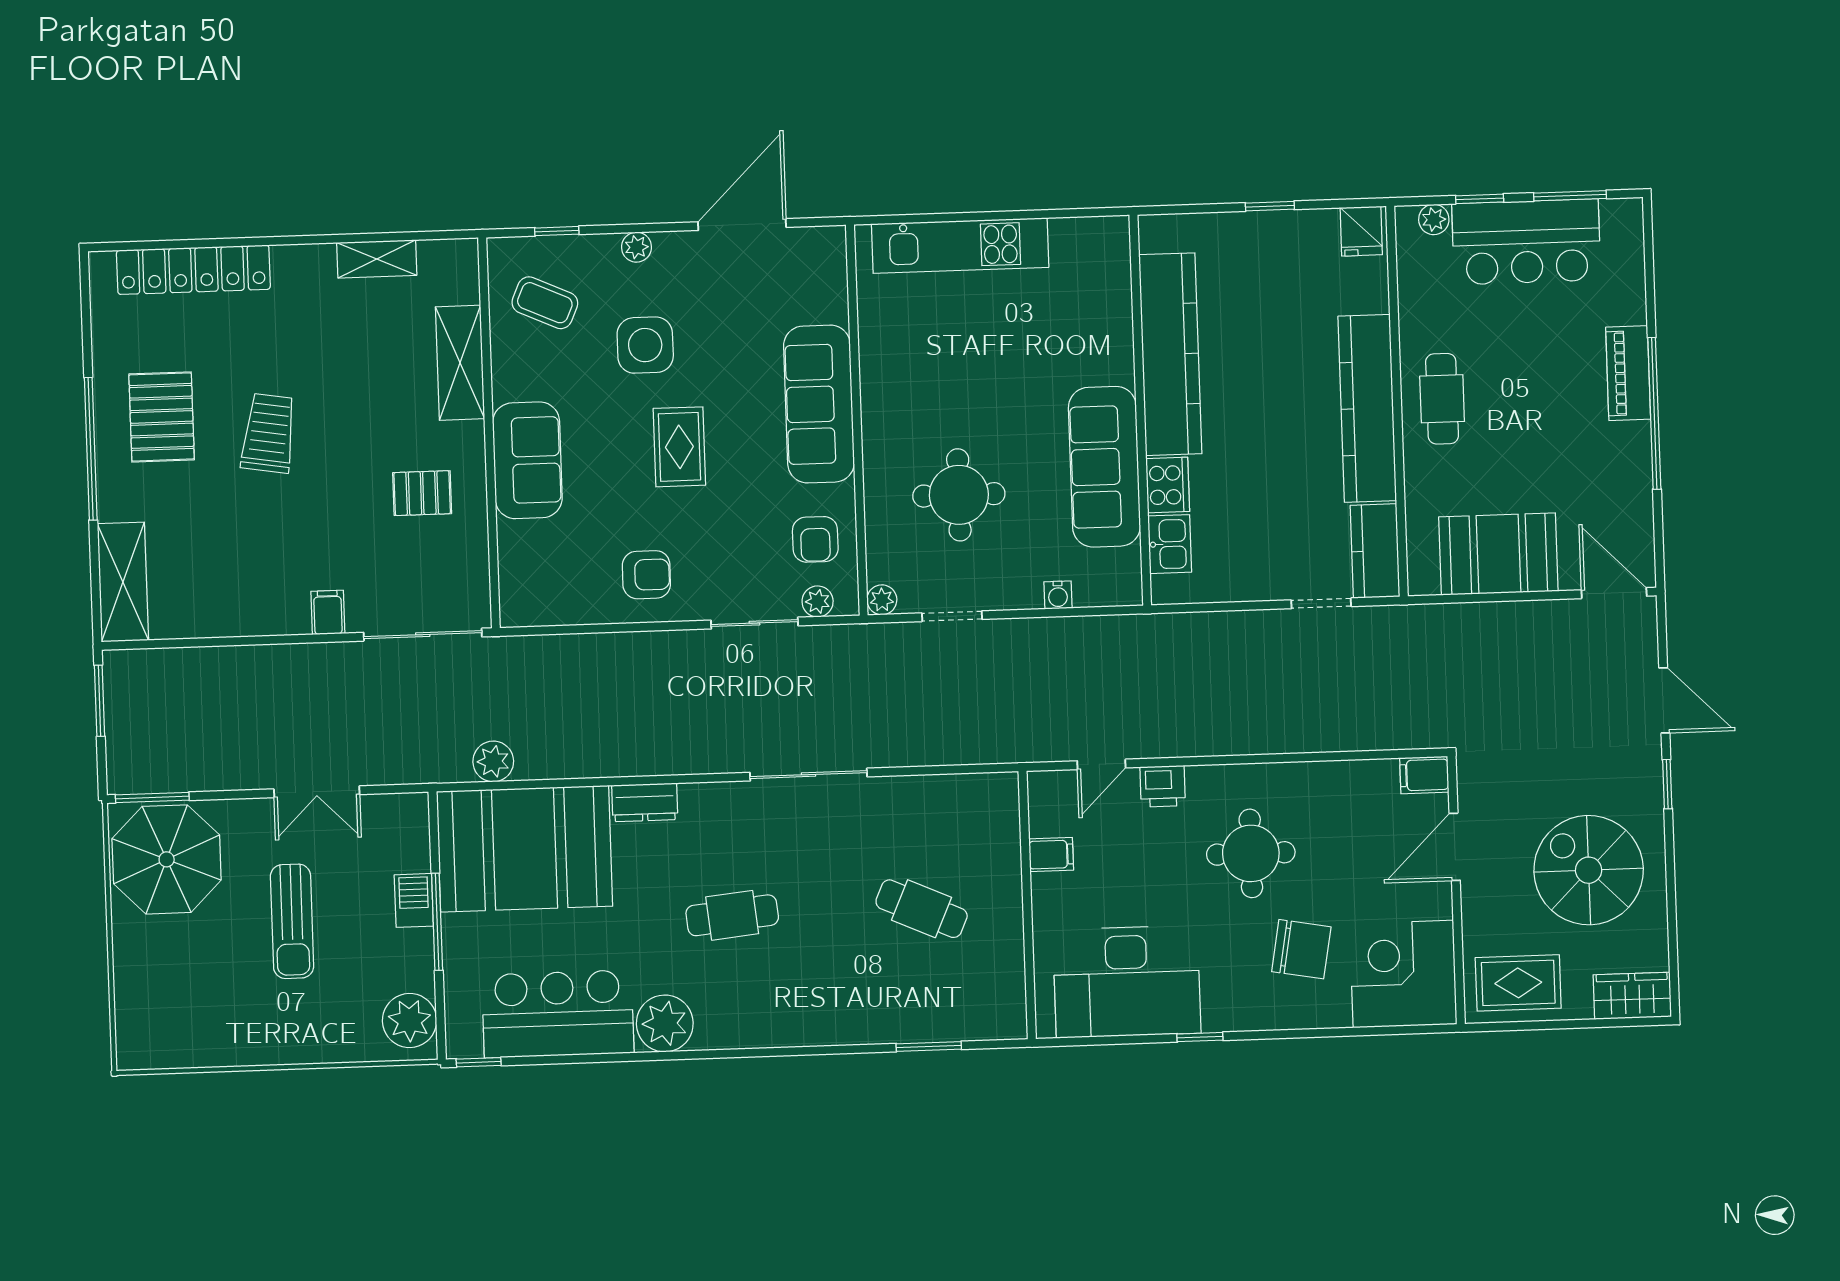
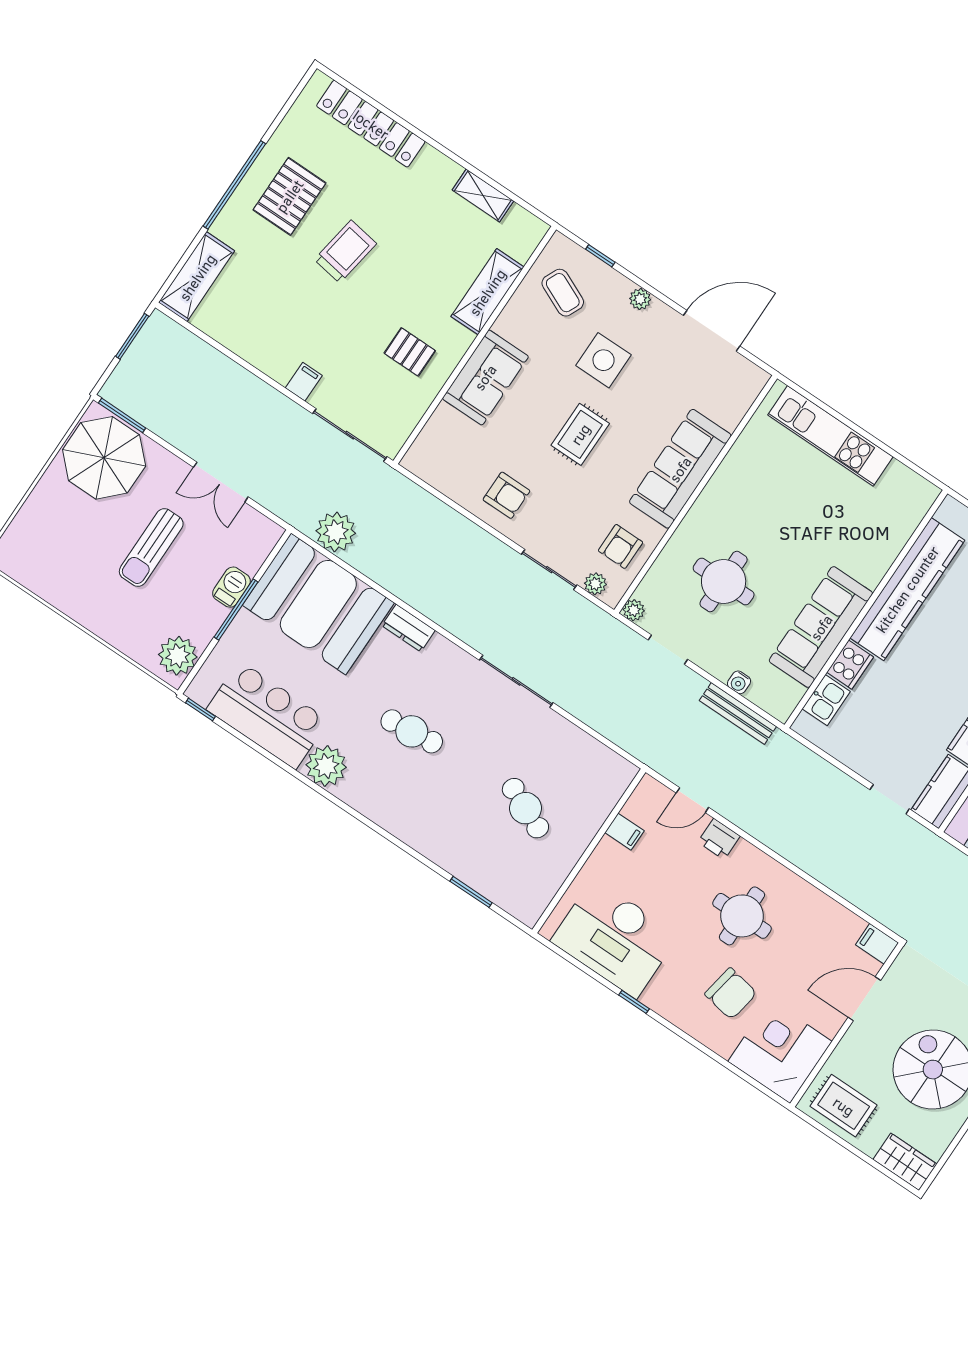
bench: (1082, 631) -> (738, 713), added
plant: (493, 761) -> (336, 532), width x1.36, depth x1.36

